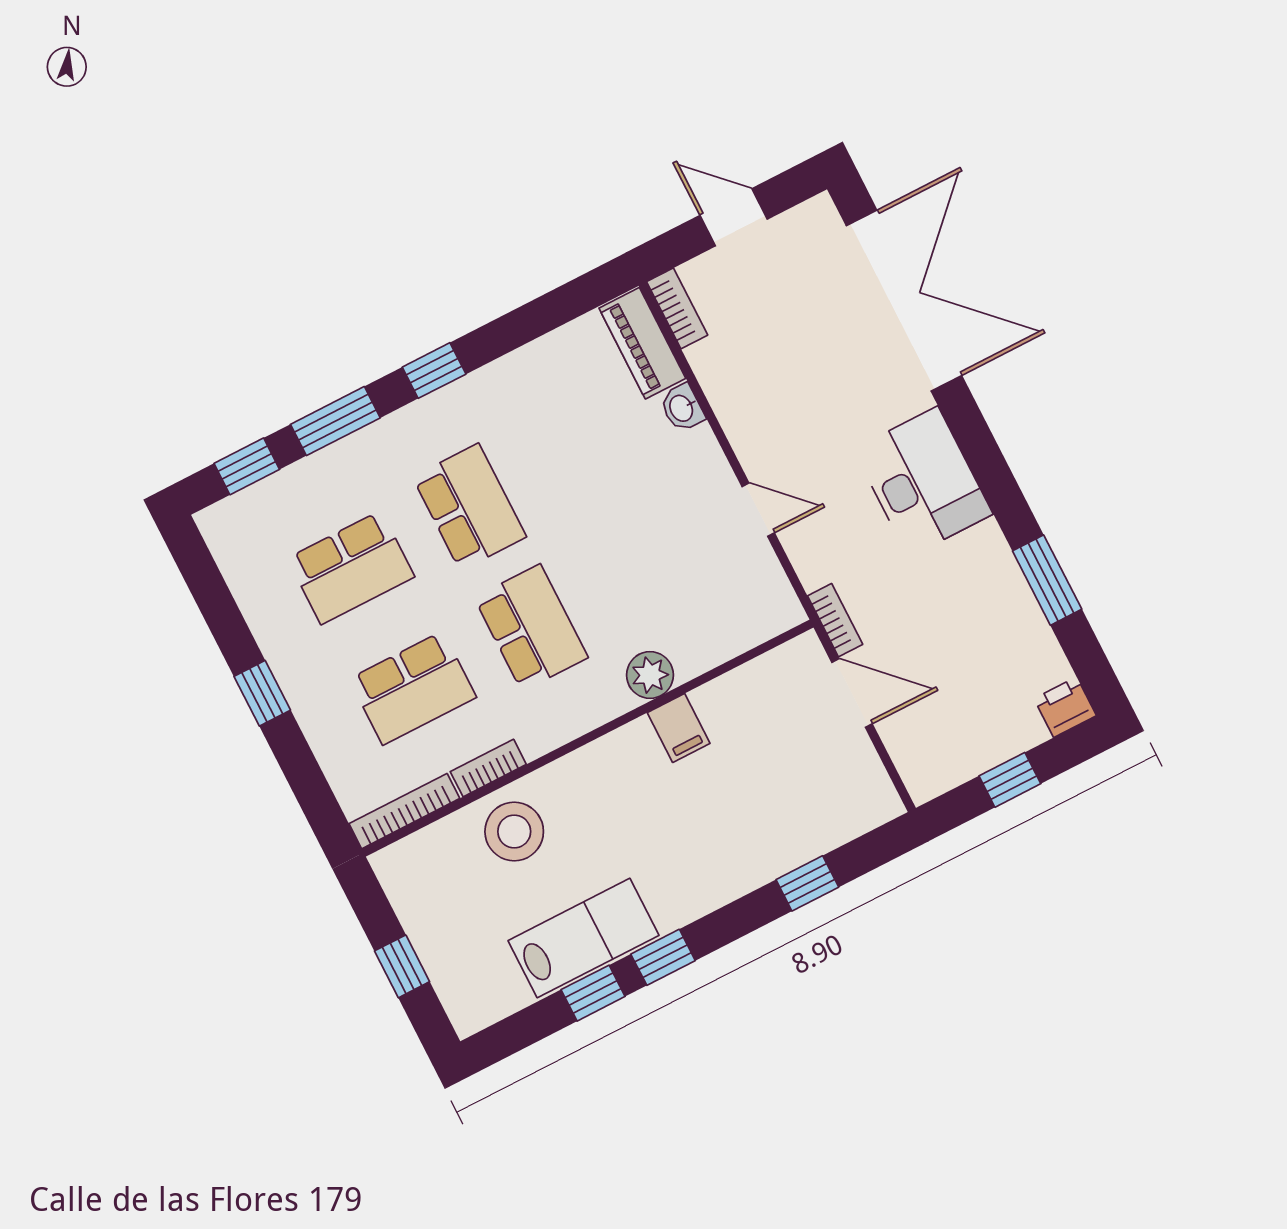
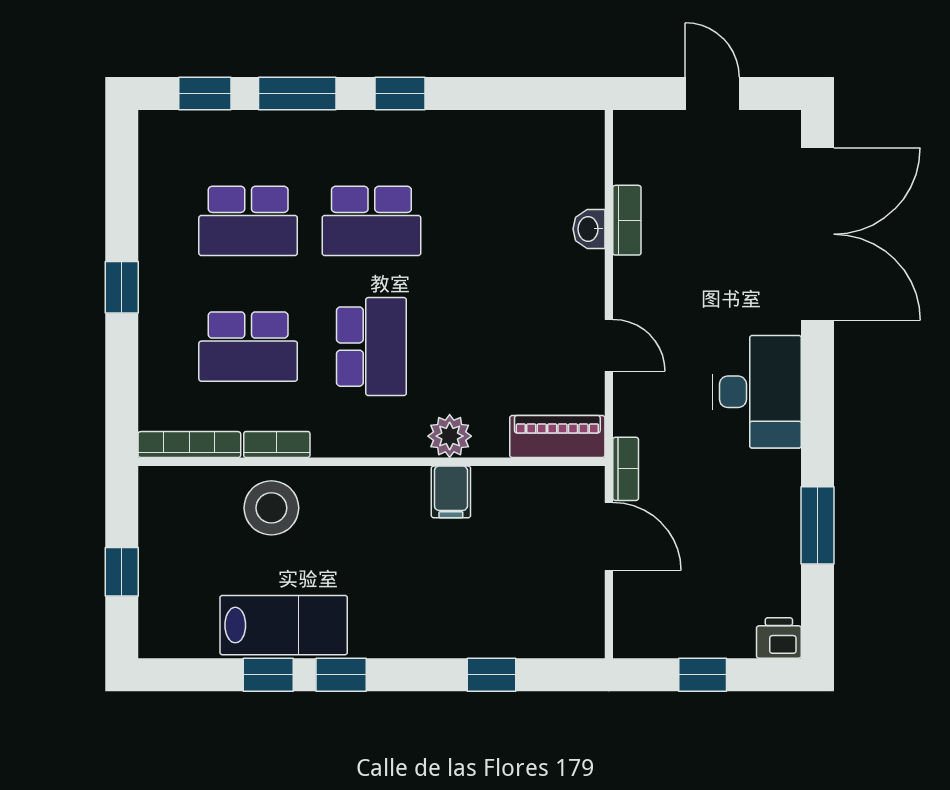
bookcase: (677, 308) -> (627, 220), moved
piano: (642, 343) -> (557, 436), moved, turned 90
school desk: (469, 507) -> (371, 221), turned 90

